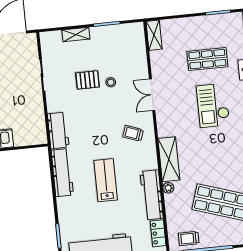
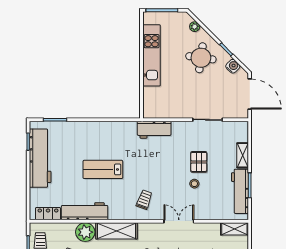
workbench: (62, 173) -> (240, 191), moved, turned 90
lab bench: (106, 180) -> (103, 169), turned 180
plant: (168, 188) -> (85, 232), width x1.88, depth x1.88

